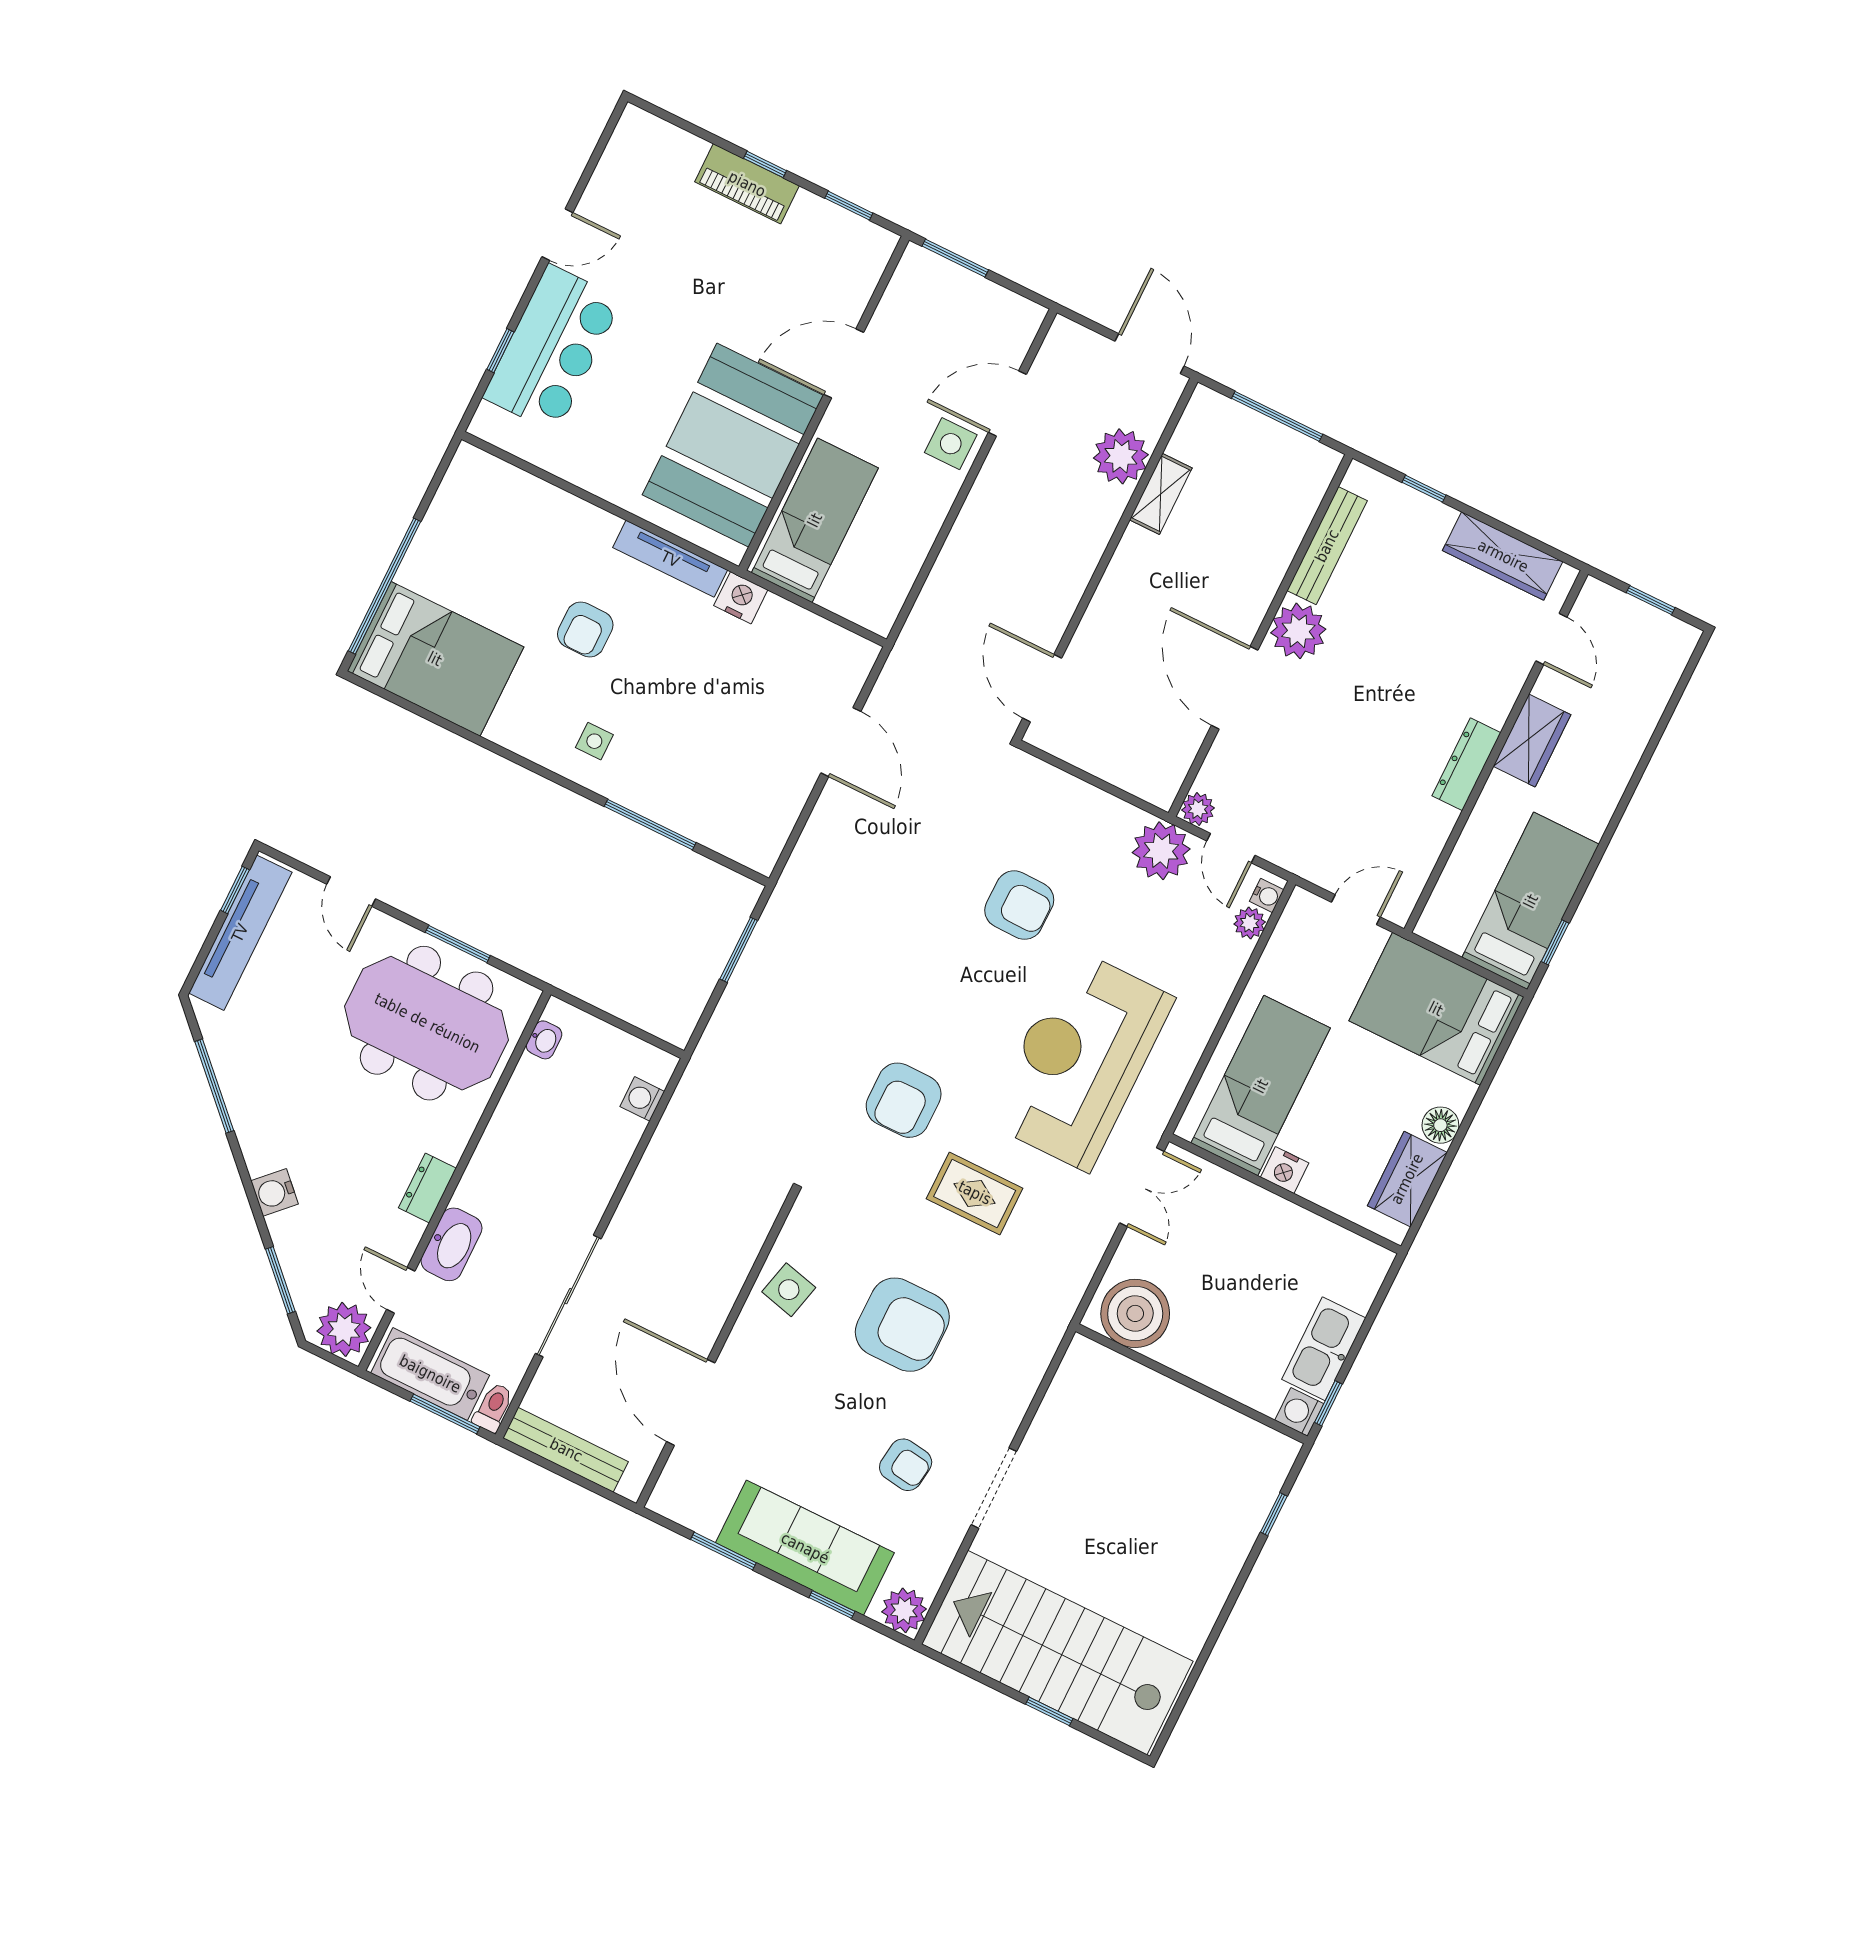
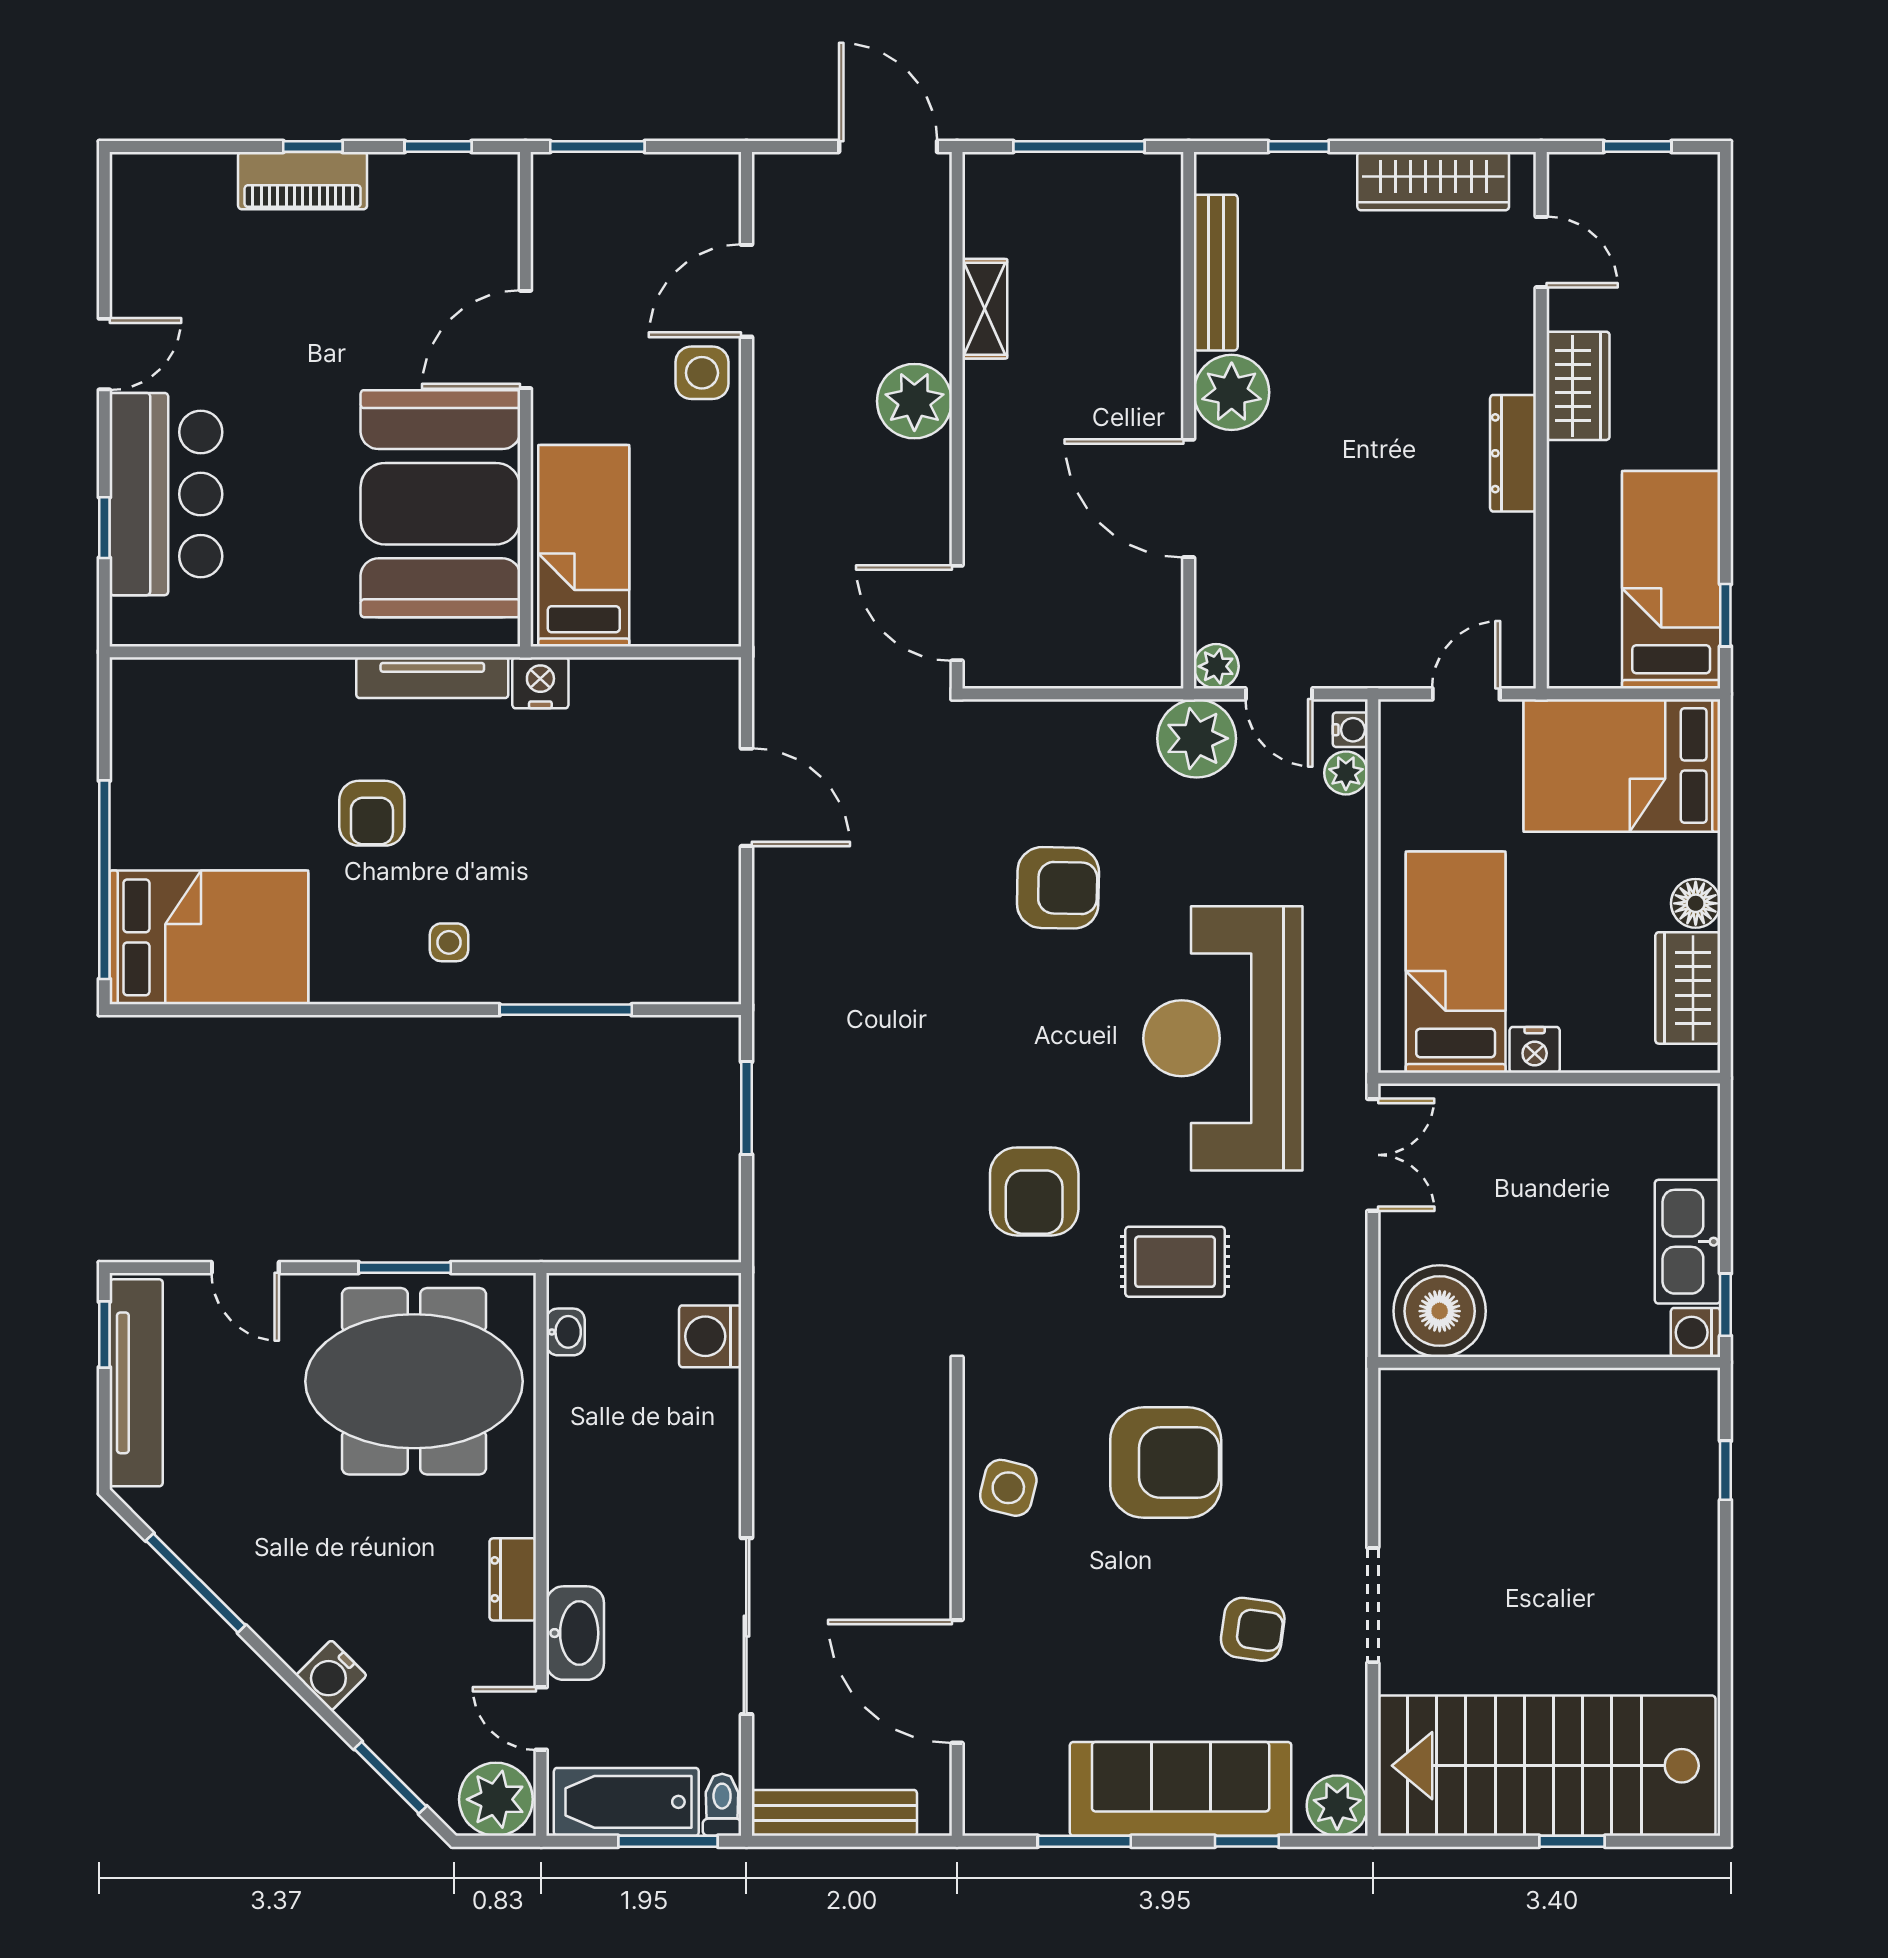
plant: (1121, 456) -> (914, 401), moved
washing machine: (642, 1099) -> (710, 1336), width x1.38, depth x1.38

